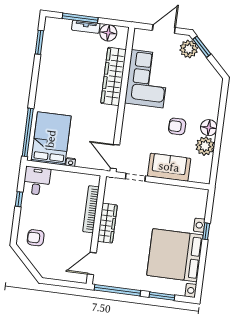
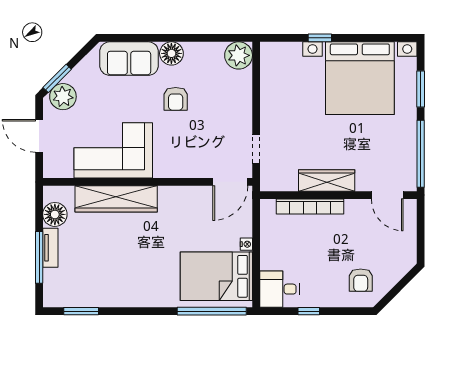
plant: (205, 146) -> (239, 55), moved
sofa: (169, 167) -> (129, 59), moved, turned -90

